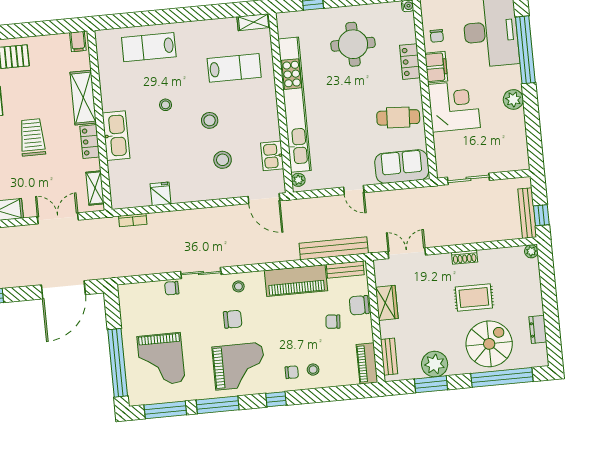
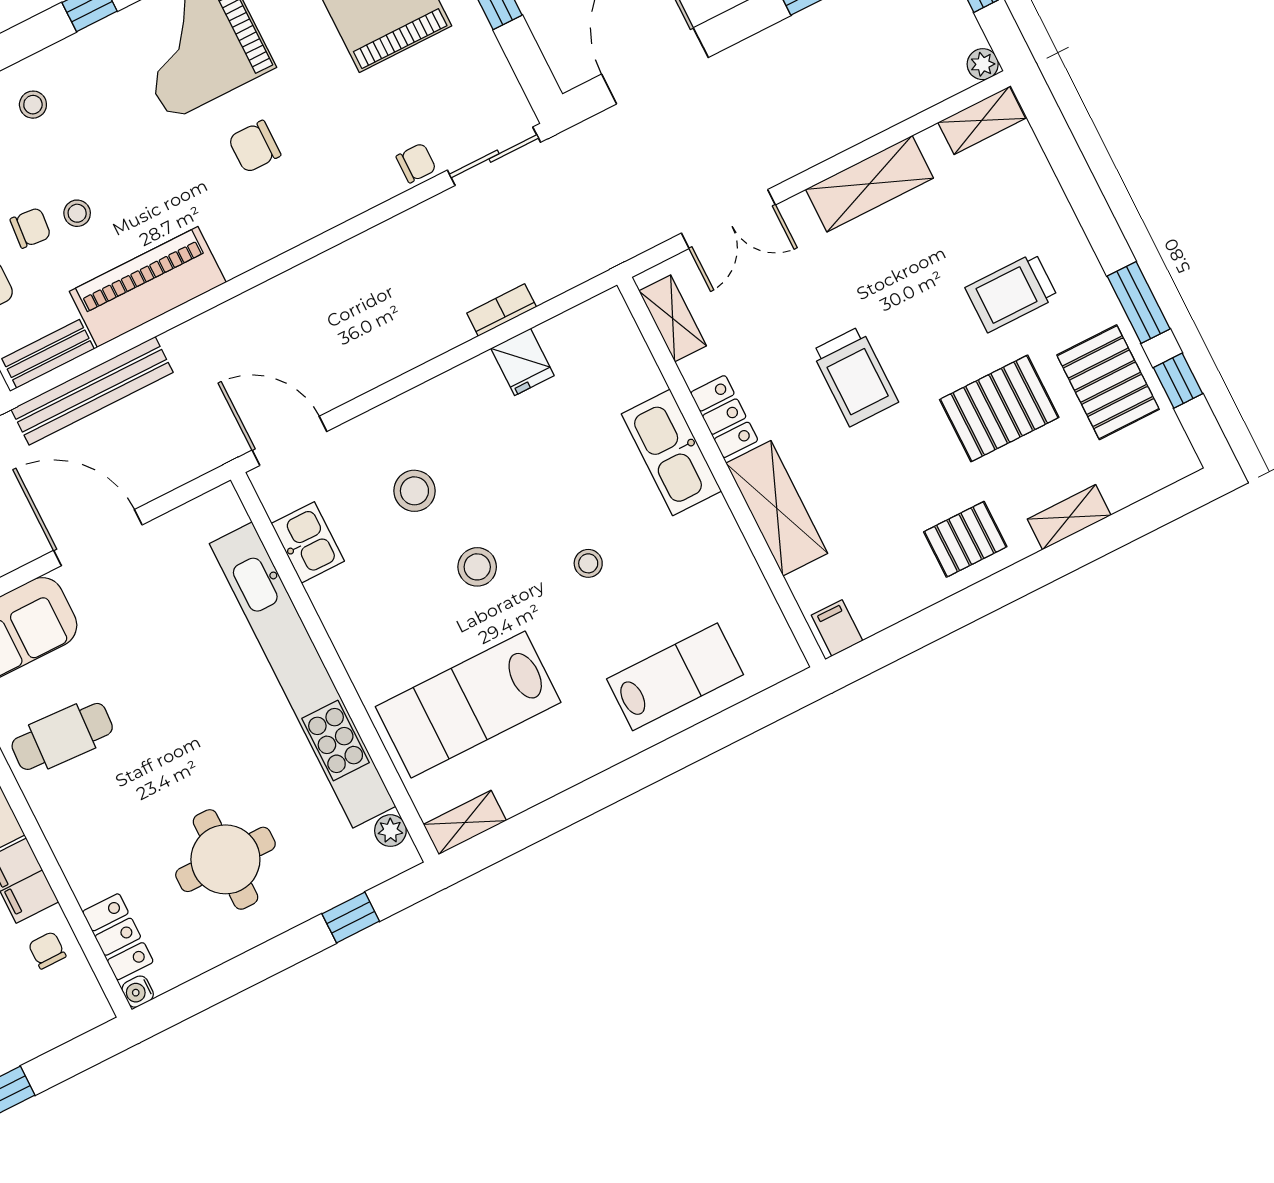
locker: (410, 62) -> (118, 937), moved
lab bench: (234, 68) -> (468, 705), width x1.36, depth x1.39
plant: (298, 180) -> (390, 831), moved
door: (354, 190) -> (98, 538), width x1.87
bookcase: (133, 220) -> (502, 310), moved
sliding door: (201, 273) -> (494, 156), moved
stool: (238, 286) -> (77, 213), moved
chair: (292, 372) -> (78, 80), removed

